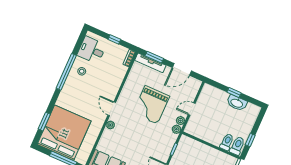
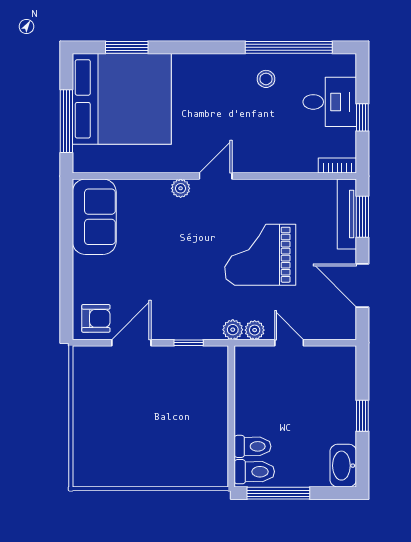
desk: (92, 50) -> (330, 102), moved, turned 90
window: (66, 72) -> (289, 47), moved
washbasin: (237, 103) -> (343, 466), moved
window: (250, 140) -> (278, 493), width x2.17

